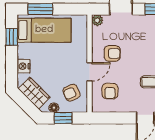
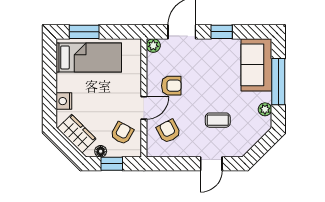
window: (12, 37) -> (50, 66), removed
armchair: (110, 91) -> (169, 131), turned 152
armchair: (71, 93) -> (122, 133), turned 143

